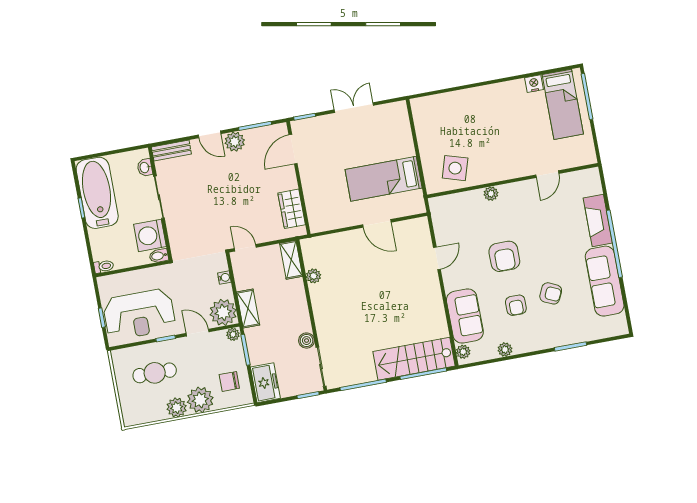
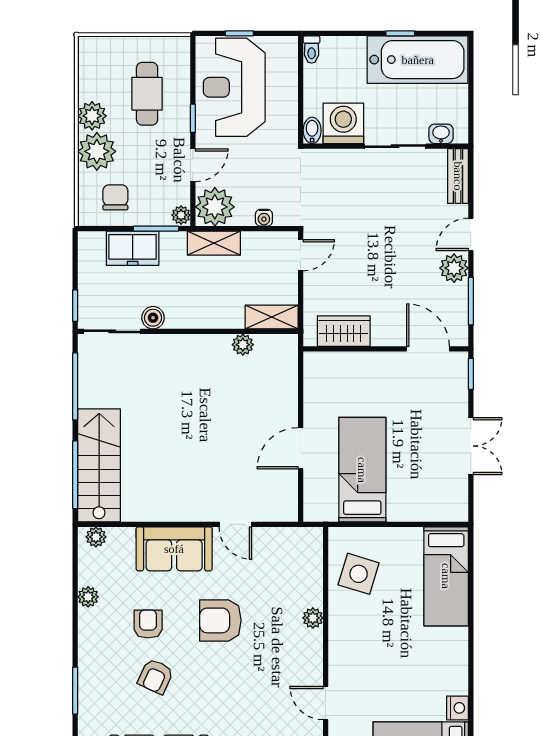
bed: (446, 108) -> (446, 576), added
armchair: (516, 305) -> (148, 624), turned 90
sofa: (465, 316) -> (174, 549), moved
freezer: (265, 383) -> (133, 248), moved

